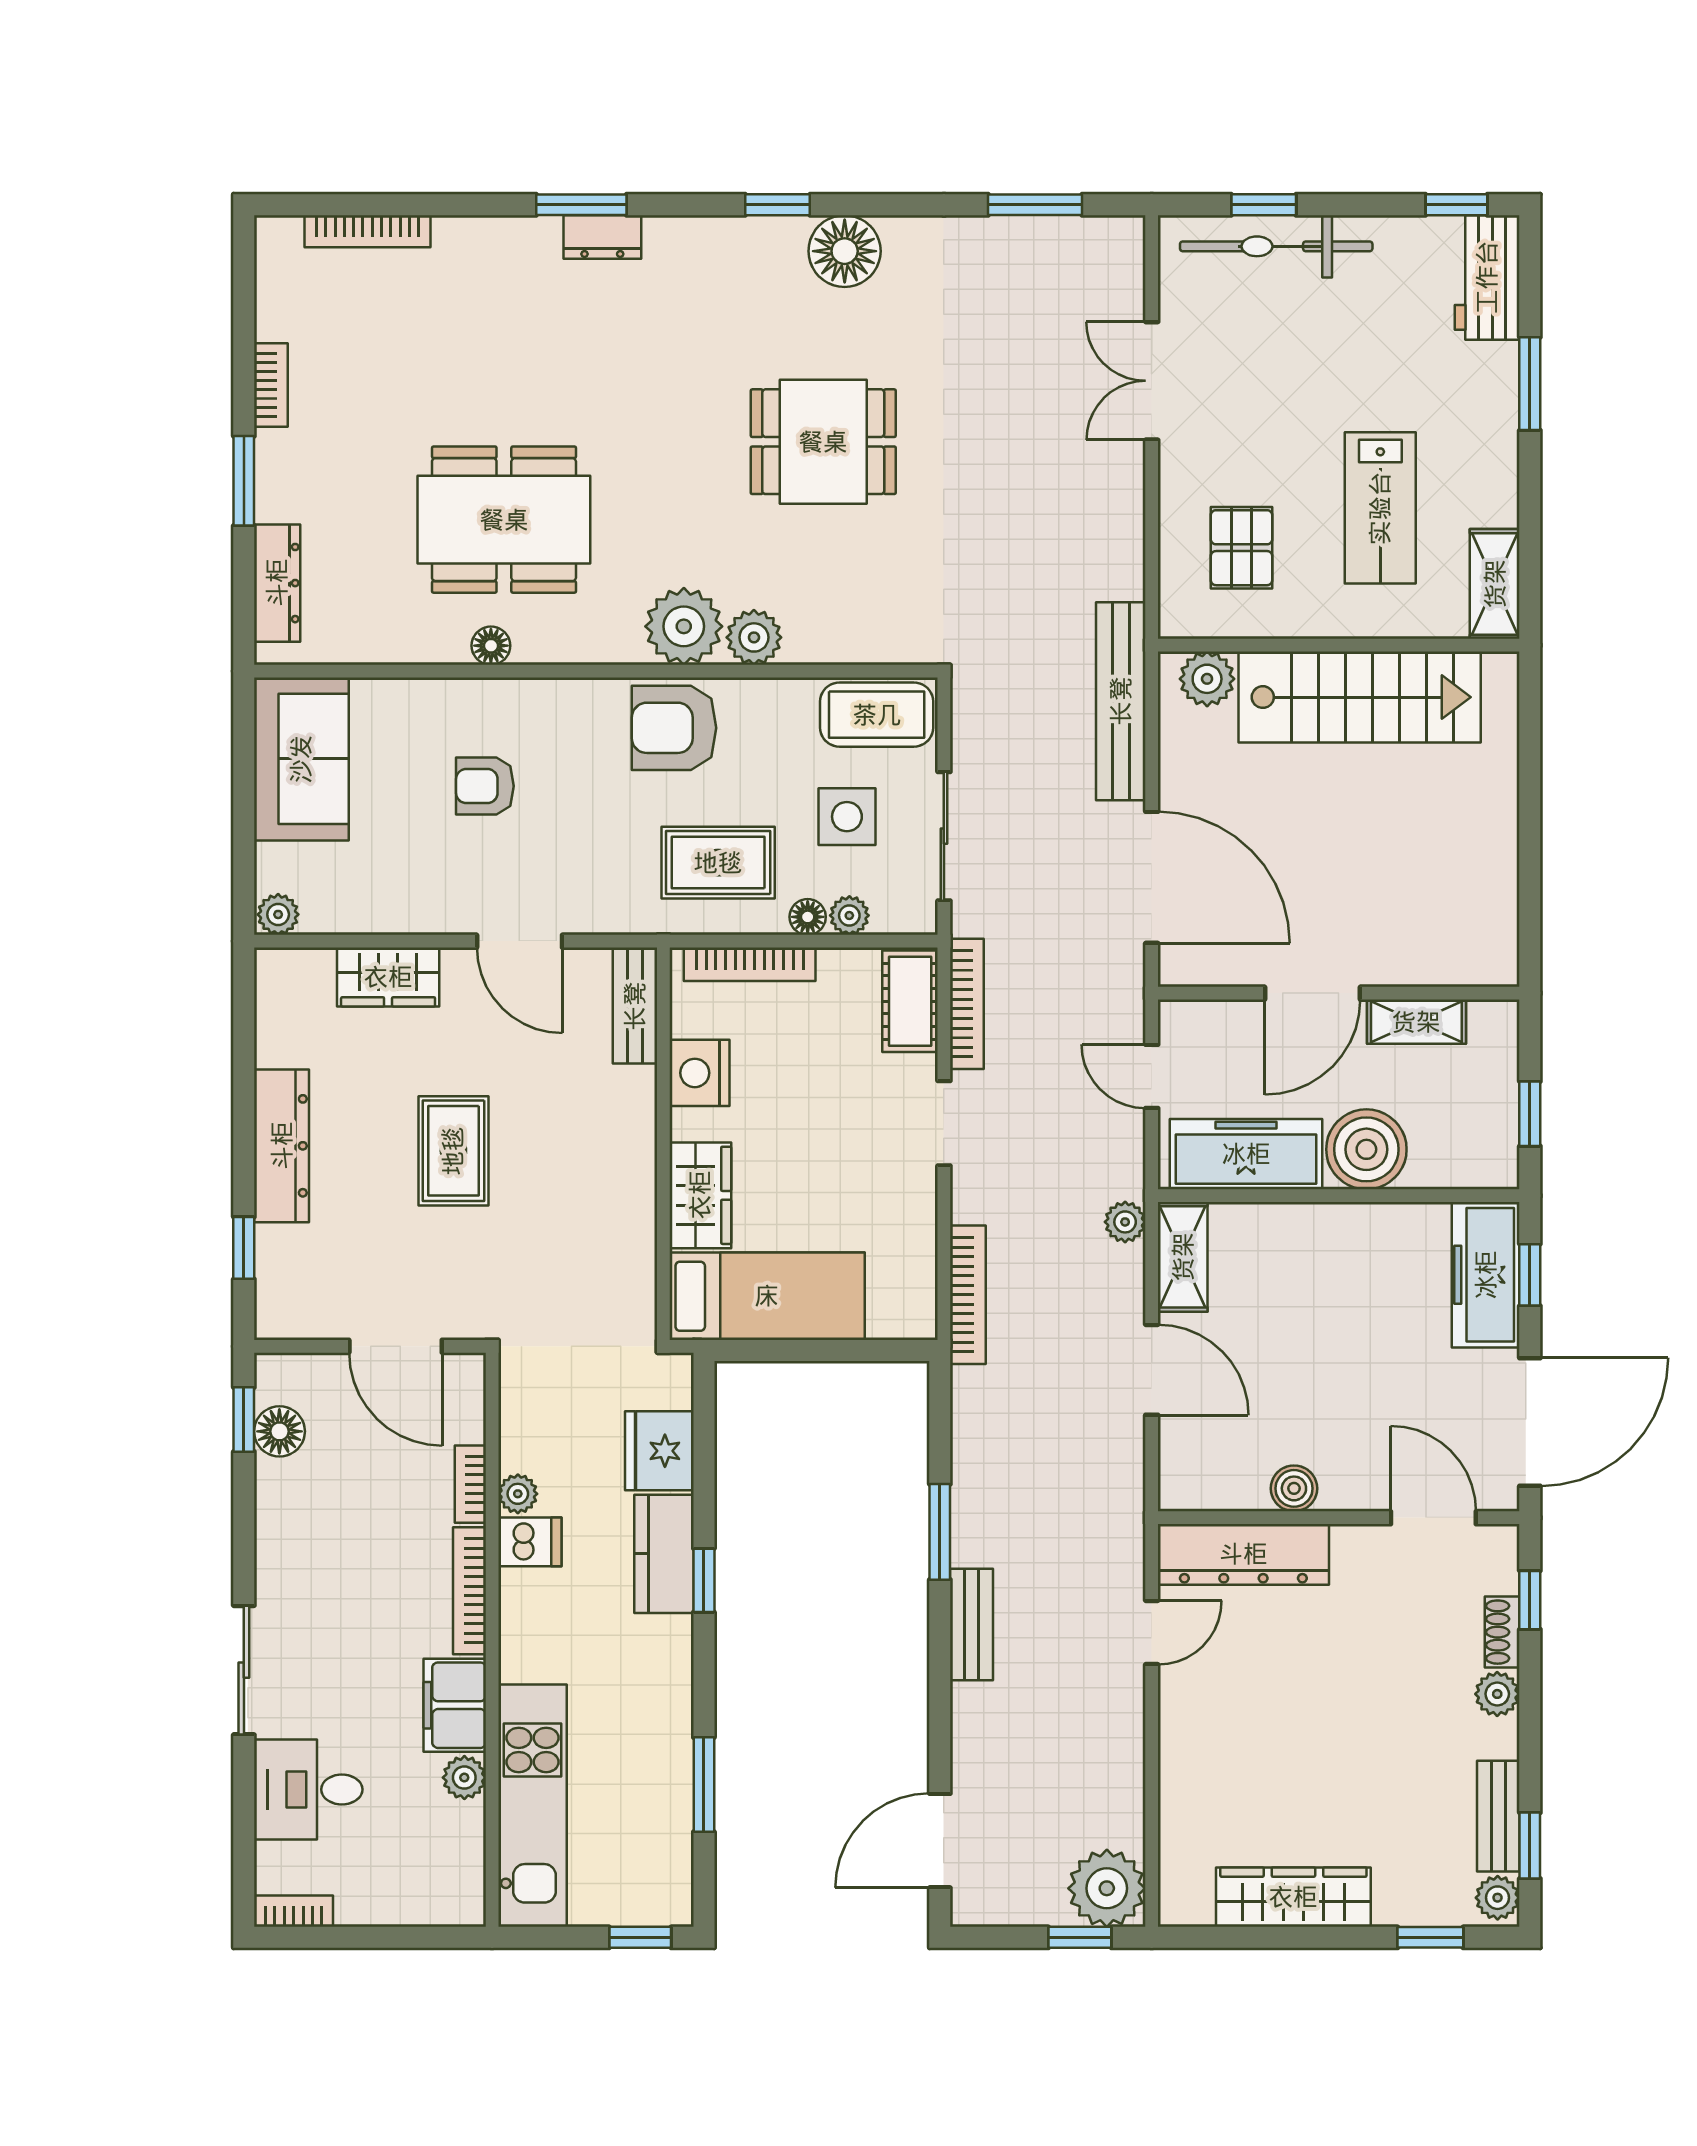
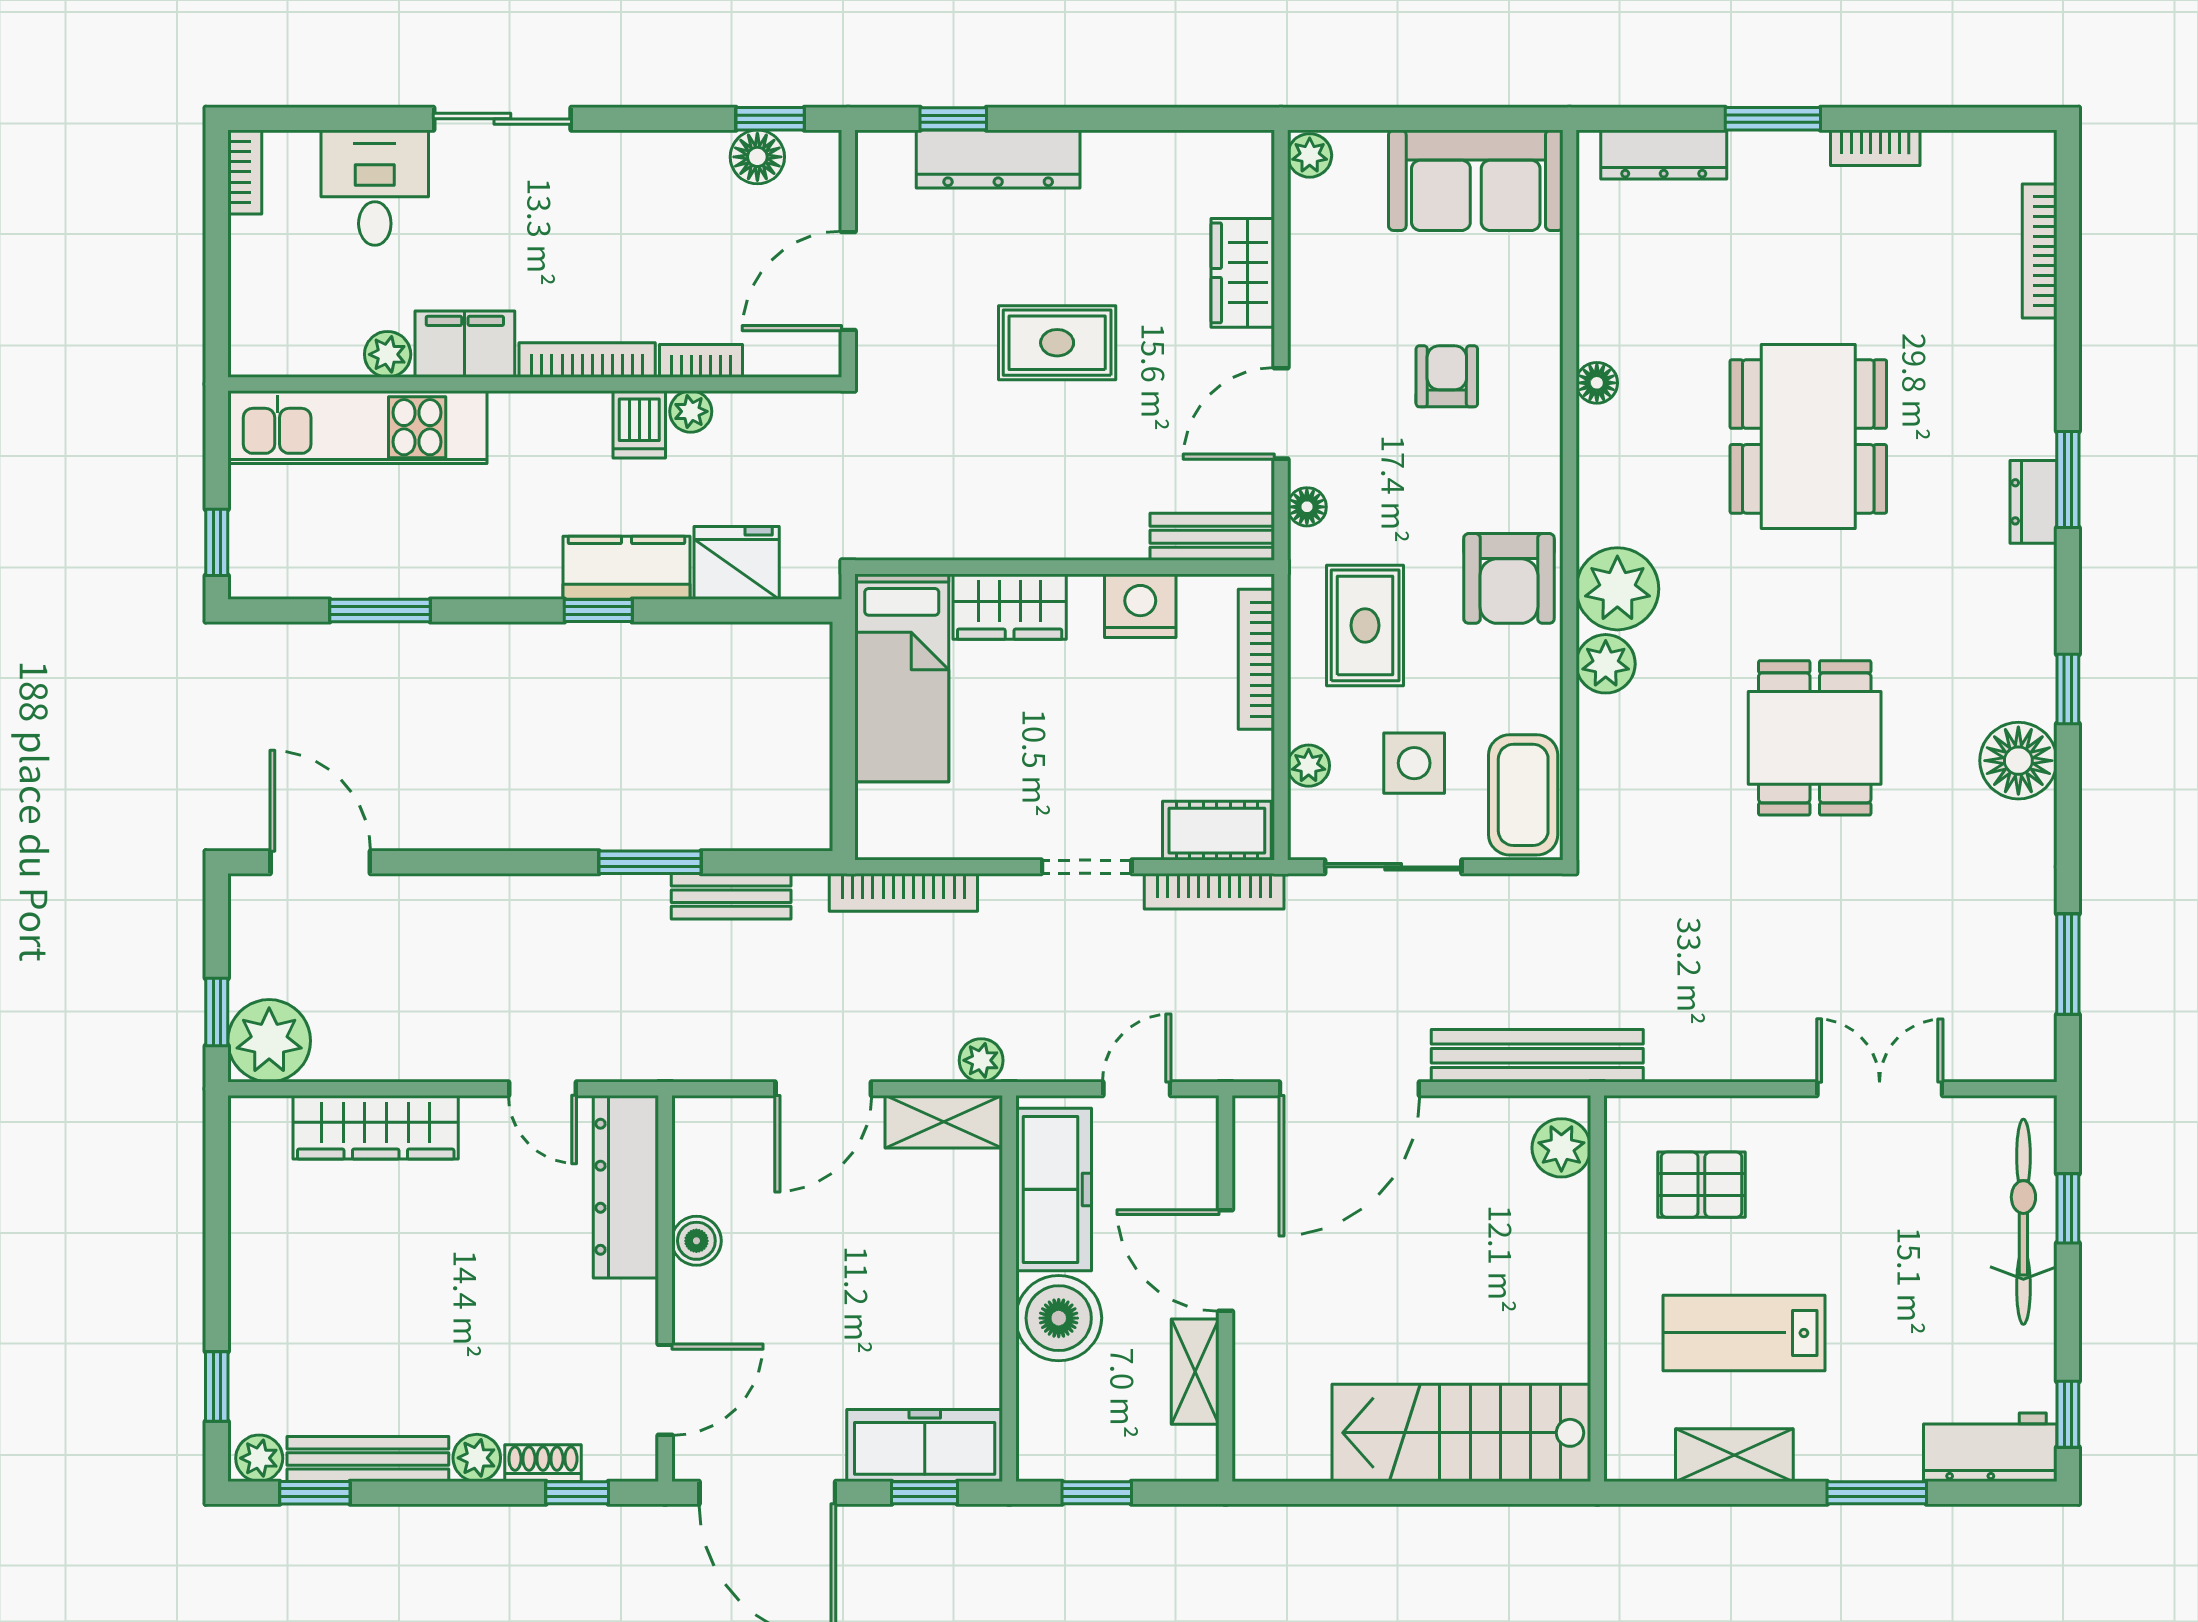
dining table: (504, 520) -> (1808, 436), moved
shelving: (1495, 584) -> (1734, 1455), moved
stairs: (1360, 697) -> (1461, 1433), moved, turned 90
armchair: (674, 728) -> (1509, 578), turned 180
floor lamp: (808, 917) -> (1307, 507), moved
dresser: (282, 1146) -> (998, 159), moved
bench: (971, 1625) -> (731, 896), moved
bench: (1498, 1816) -> (368, 1459), width x1.36
wardrobe: (1293, 1897) -> (376, 1127), moved, turned 90

